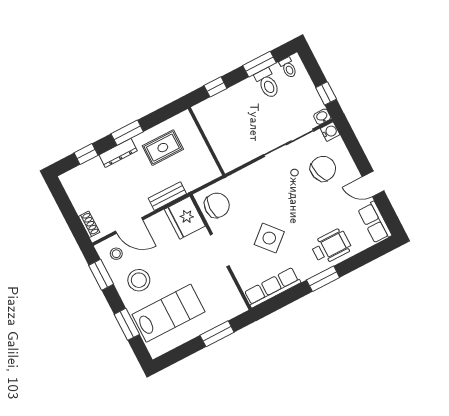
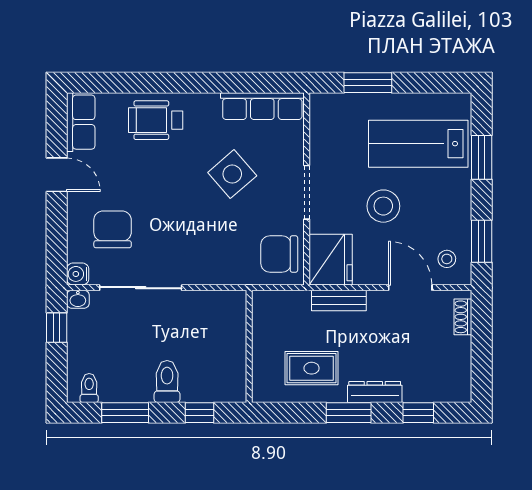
toilet: (267, 83) -> (167, 381), moved
chair: (323, 169) -> (113, 229), turned 106
window: (323, 279) -> (189, 83), removed
stool: (139, 280) -> (383, 206), moved

